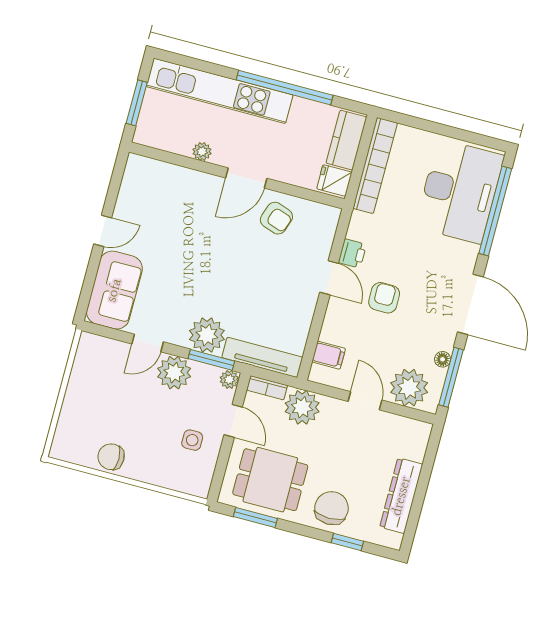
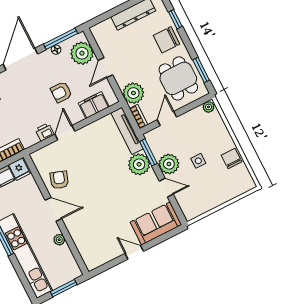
armchair: (384, 298) -> (61, 92), moved
filing cabinet: (329, 355) -> (94, 105), width x2.00
plant: (229, 380) -> (209, 107), moved
side table: (192, 440) -> (198, 161), moved
chair: (111, 457) -> (232, 159), turned 180

